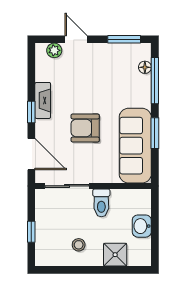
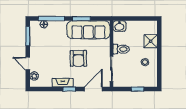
door: (76, 39) -> (28, 64), hinge flipped
washbasin: (142, 226) -> (119, 26), moved

